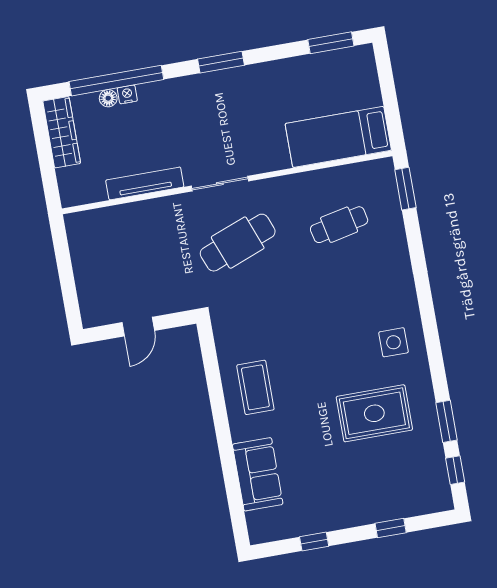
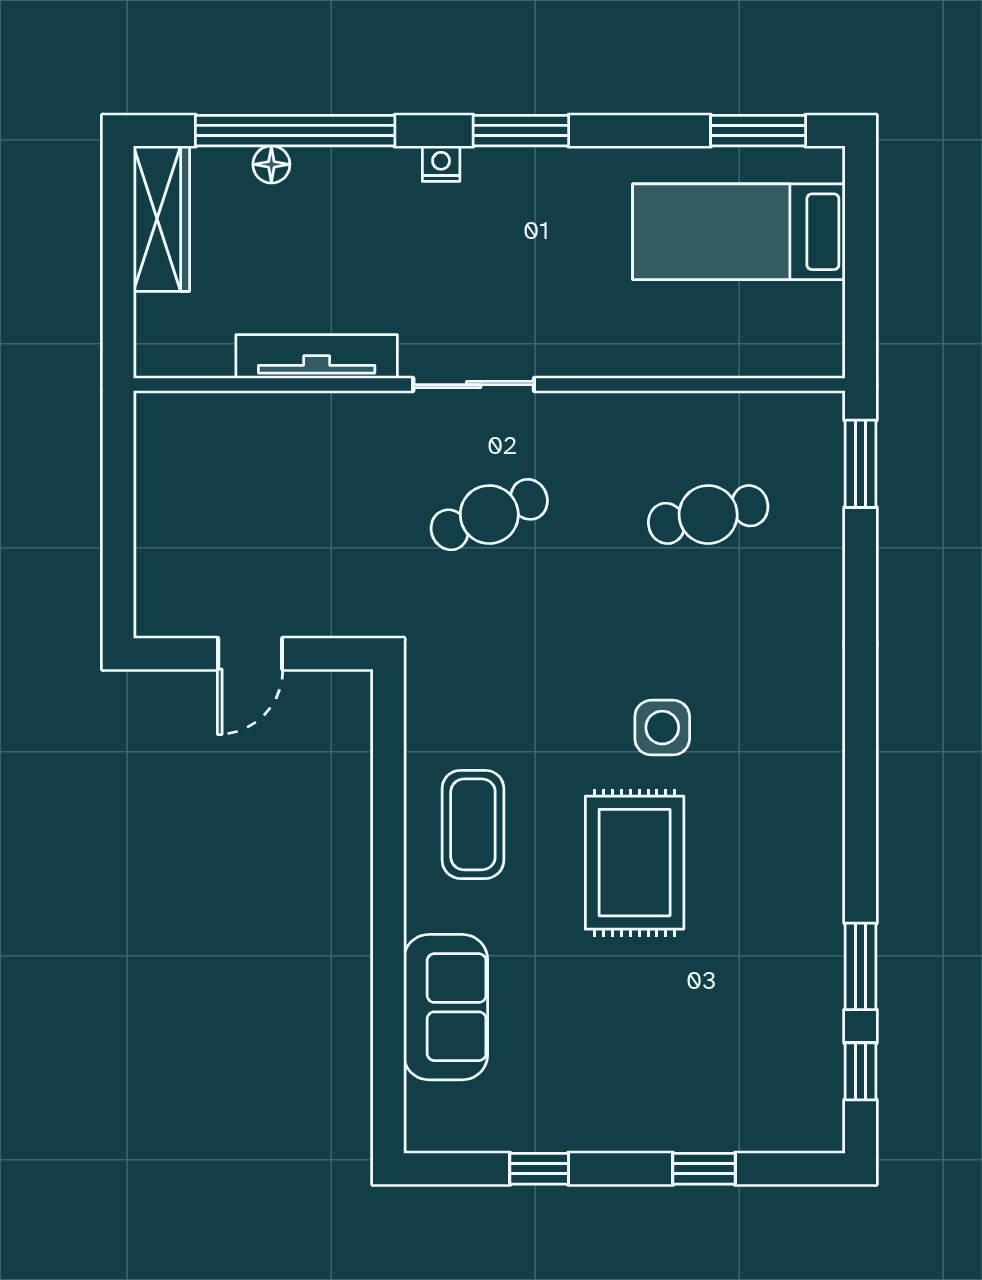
nightstand: (127, 94) -> (441, 164), moved
bed: (338, 137) -> (739, 232), moved
cafe table: (238, 243) -> (489, 515), width x0.73, depth x0.74
side table: (394, 342) -> (662, 728), moved
rug: (374, 413) -> (635, 863), moved, turned 90

